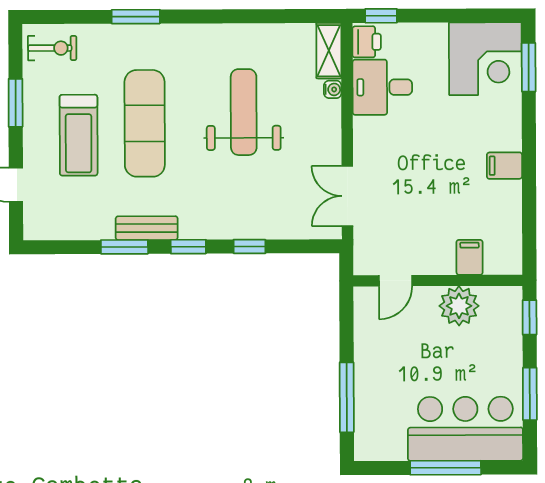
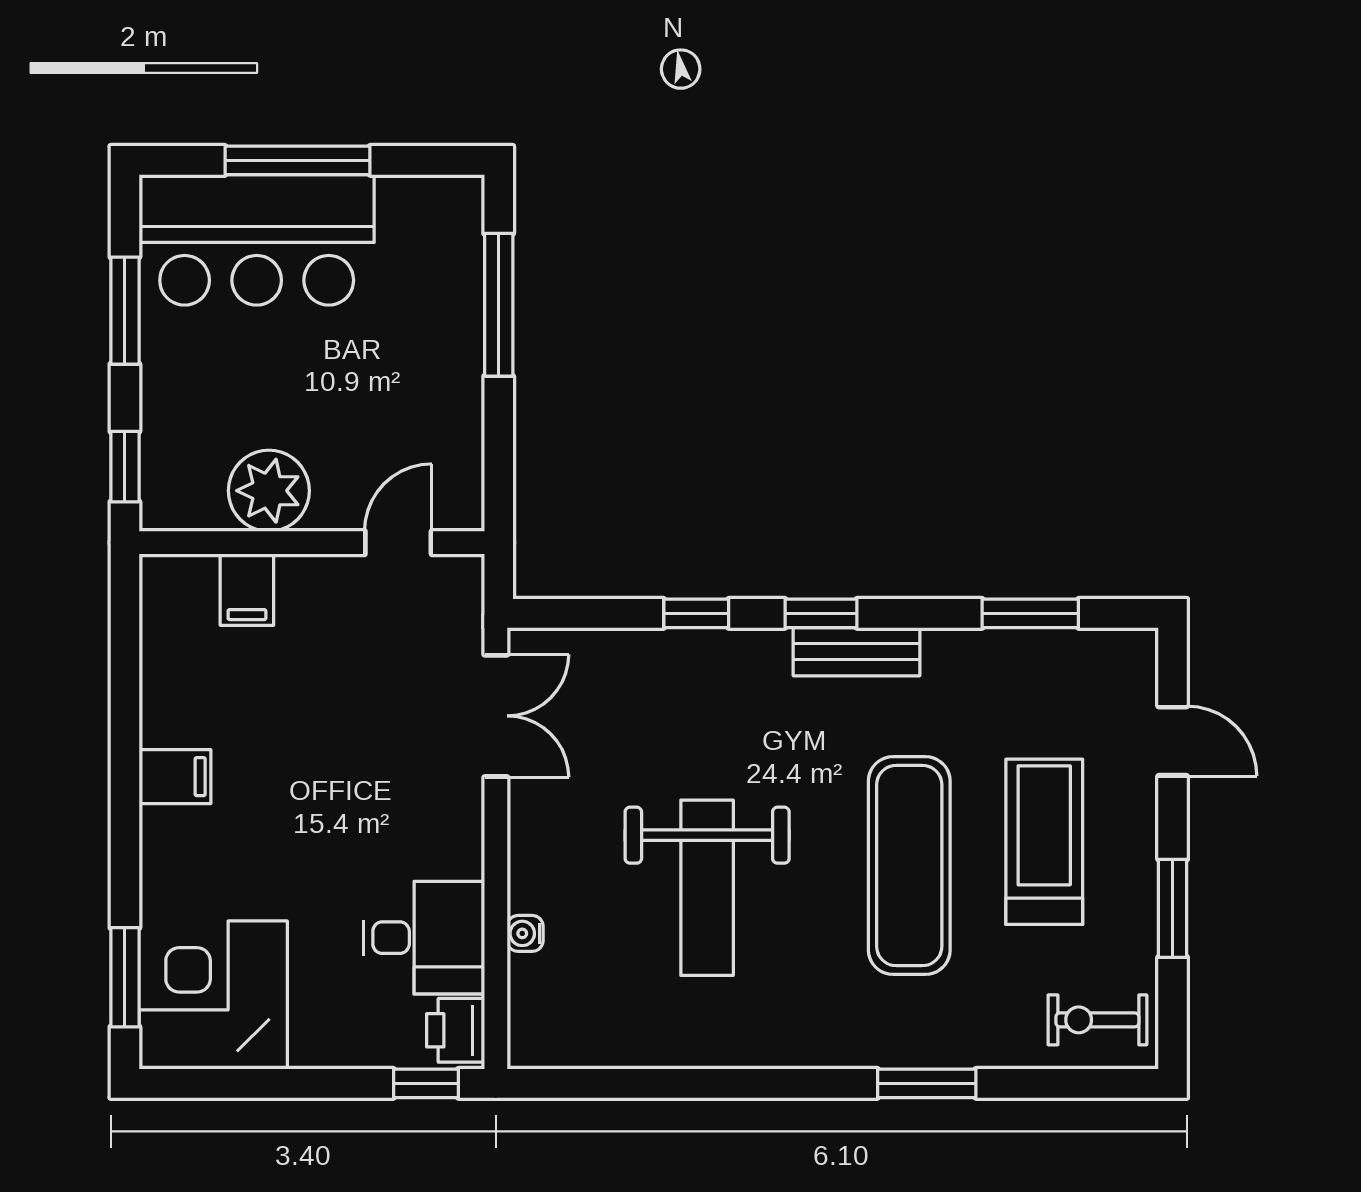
shelving: (329, 51) -> (533, 1013), removed
bench: (147, 228) -> (856, 652), moved
window: (124, 247) -> (1030, 613), moved

